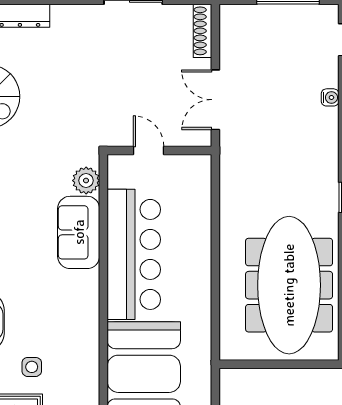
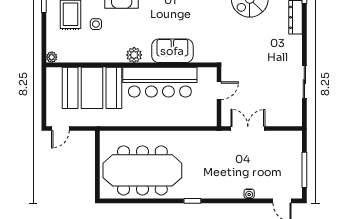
shoe rack: (202, 31) -> (287, 121), removed
plant: (86, 181) -> (134, 55), moved

